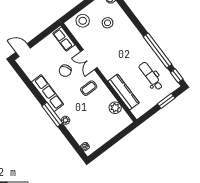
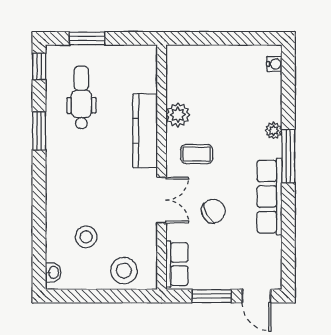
window: (41, 37) -> (211, 296), added
window: (158, 50) -> (39, 131), width x0.47
dental chair: (151, 76) -> (81, 98), turned 180
kitchen counter: (124, 92) -> (145, 131), moved
plant: (115, 108) -> (178, 115), moved

